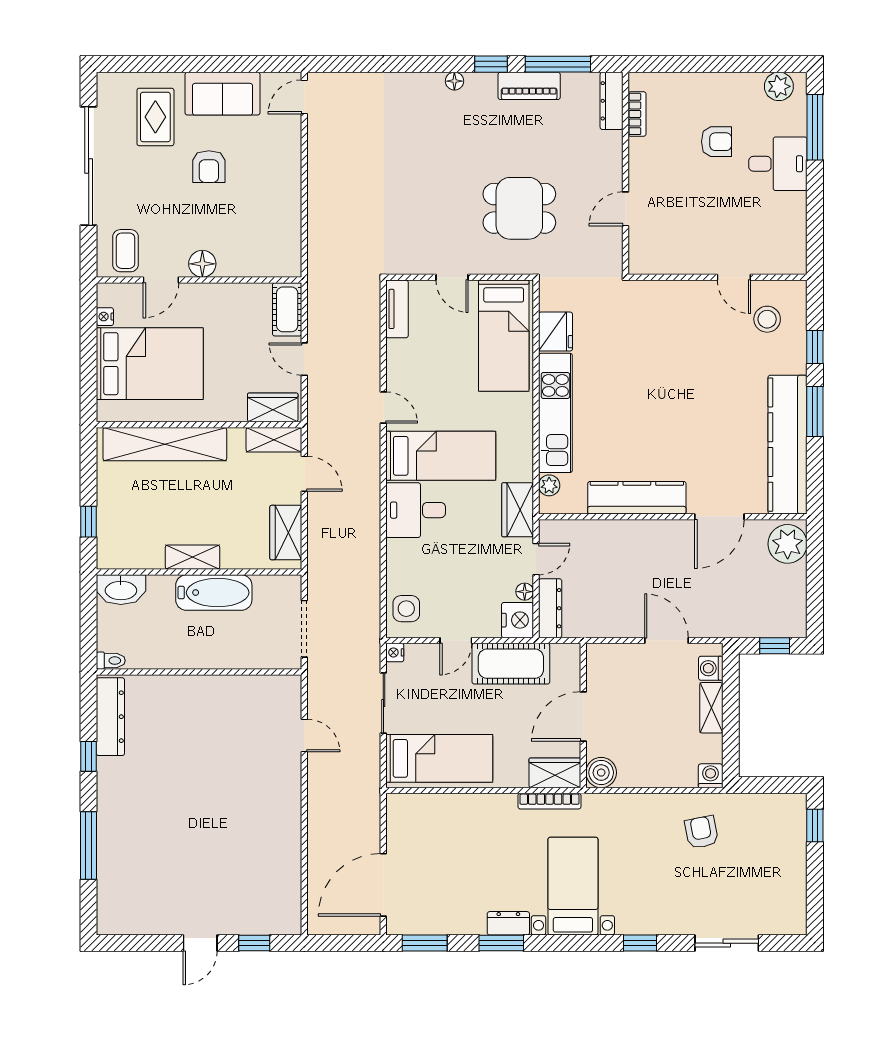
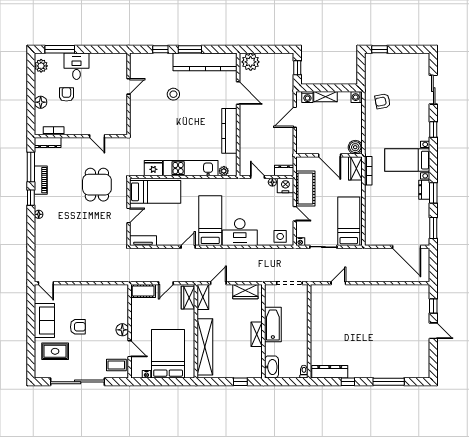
floor lamp: (699, 85) -> (41, 102), added
stool: (767, 319) -> (173, 94), moved
desk: (416, 510) -> (240, 232), width x1.37
wardrobe: (518, 510) -> (235, 185), removed
dresser: (550, 608) -> (284, 171), width x0.70

